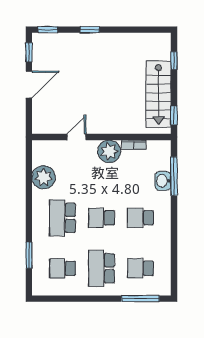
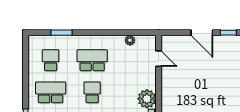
door: (76, 137) -> (159, 59), moved
plant: (44, 177) -> (130, 40), width x0.53, depth x0.53

